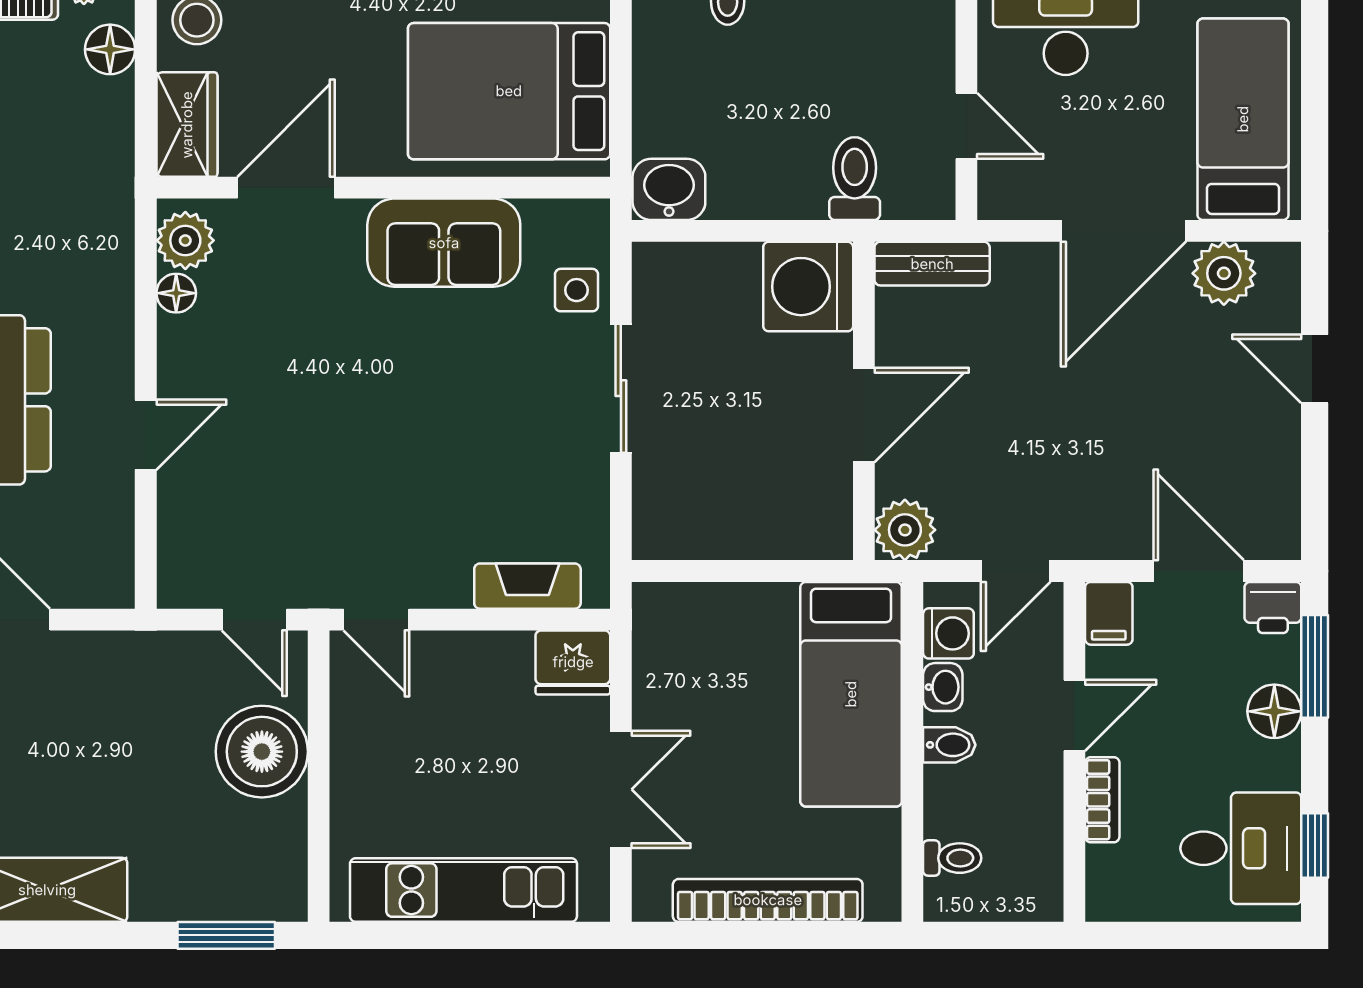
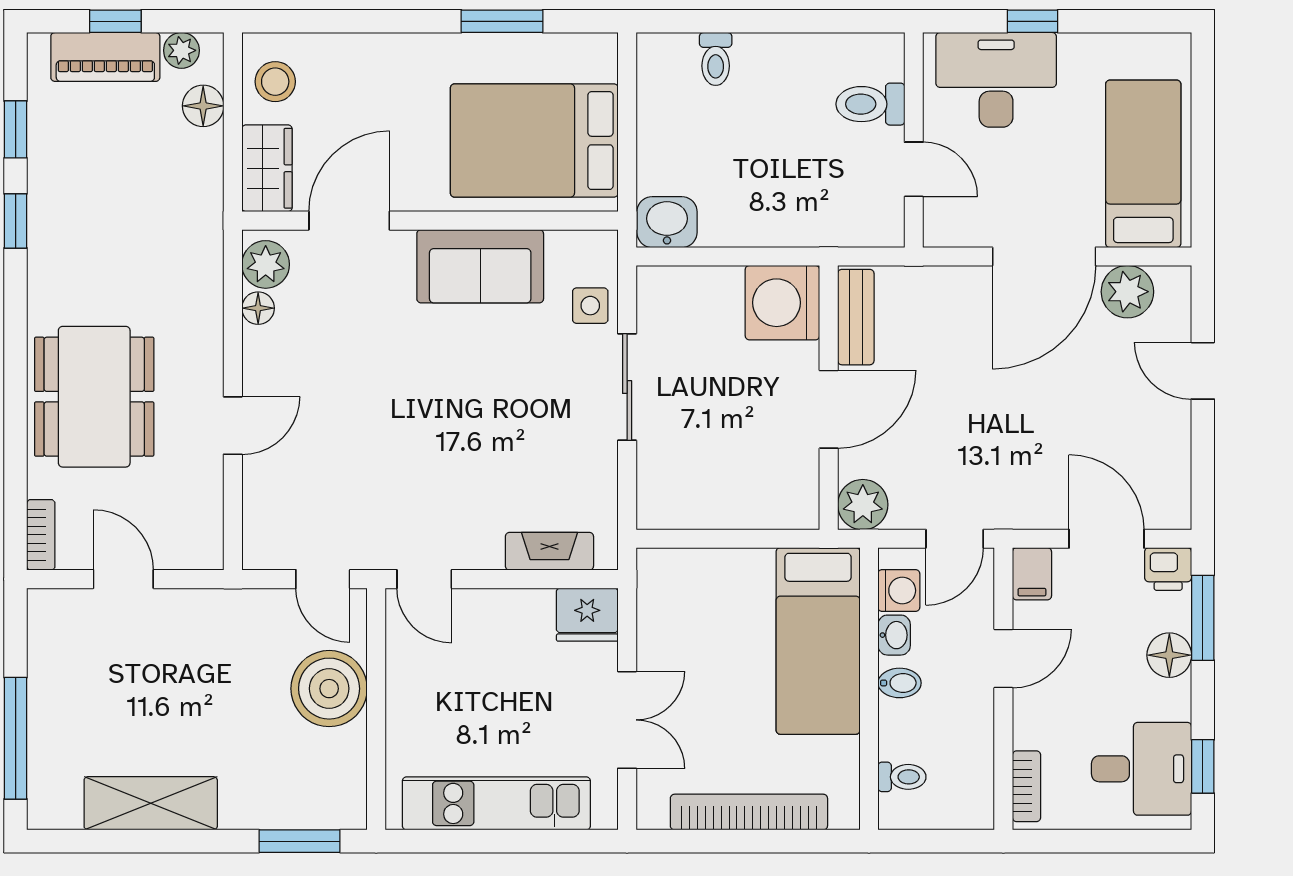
toilet: (855, 179) -> (870, 104), moved, turned -90
bench: (932, 264) -> (856, 317), moved, turned 90
bookcase: (1102, 800) -> (1026, 786), moved

